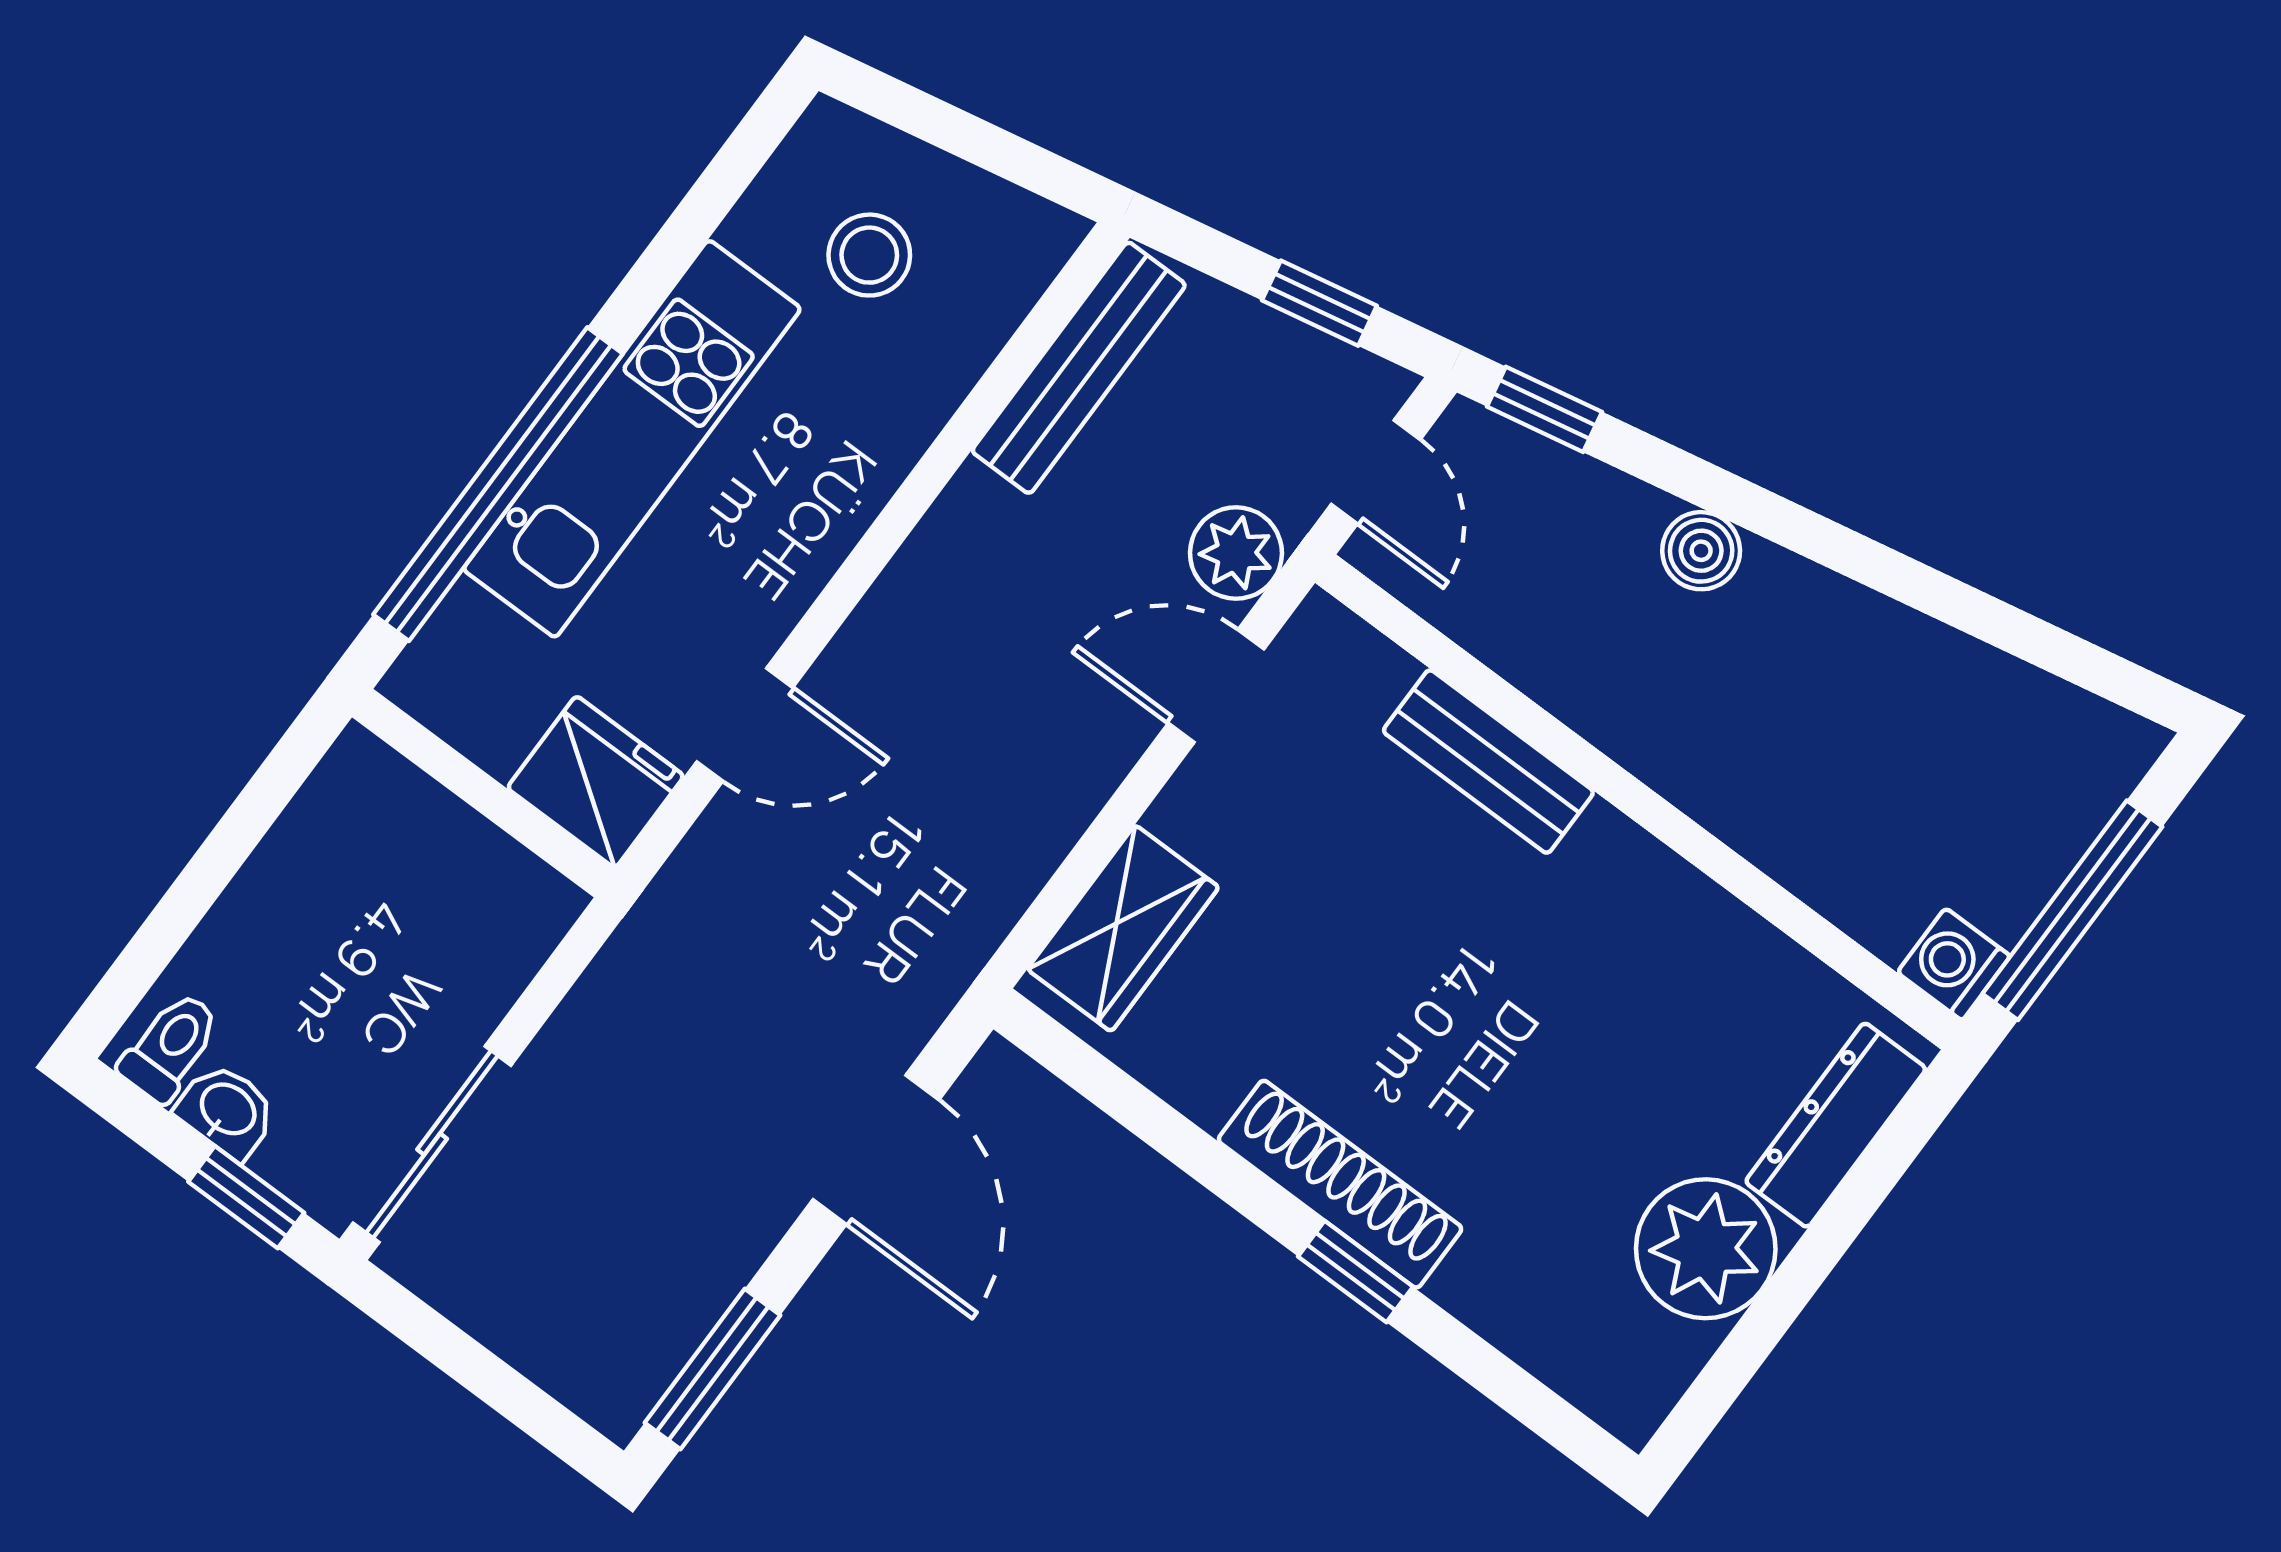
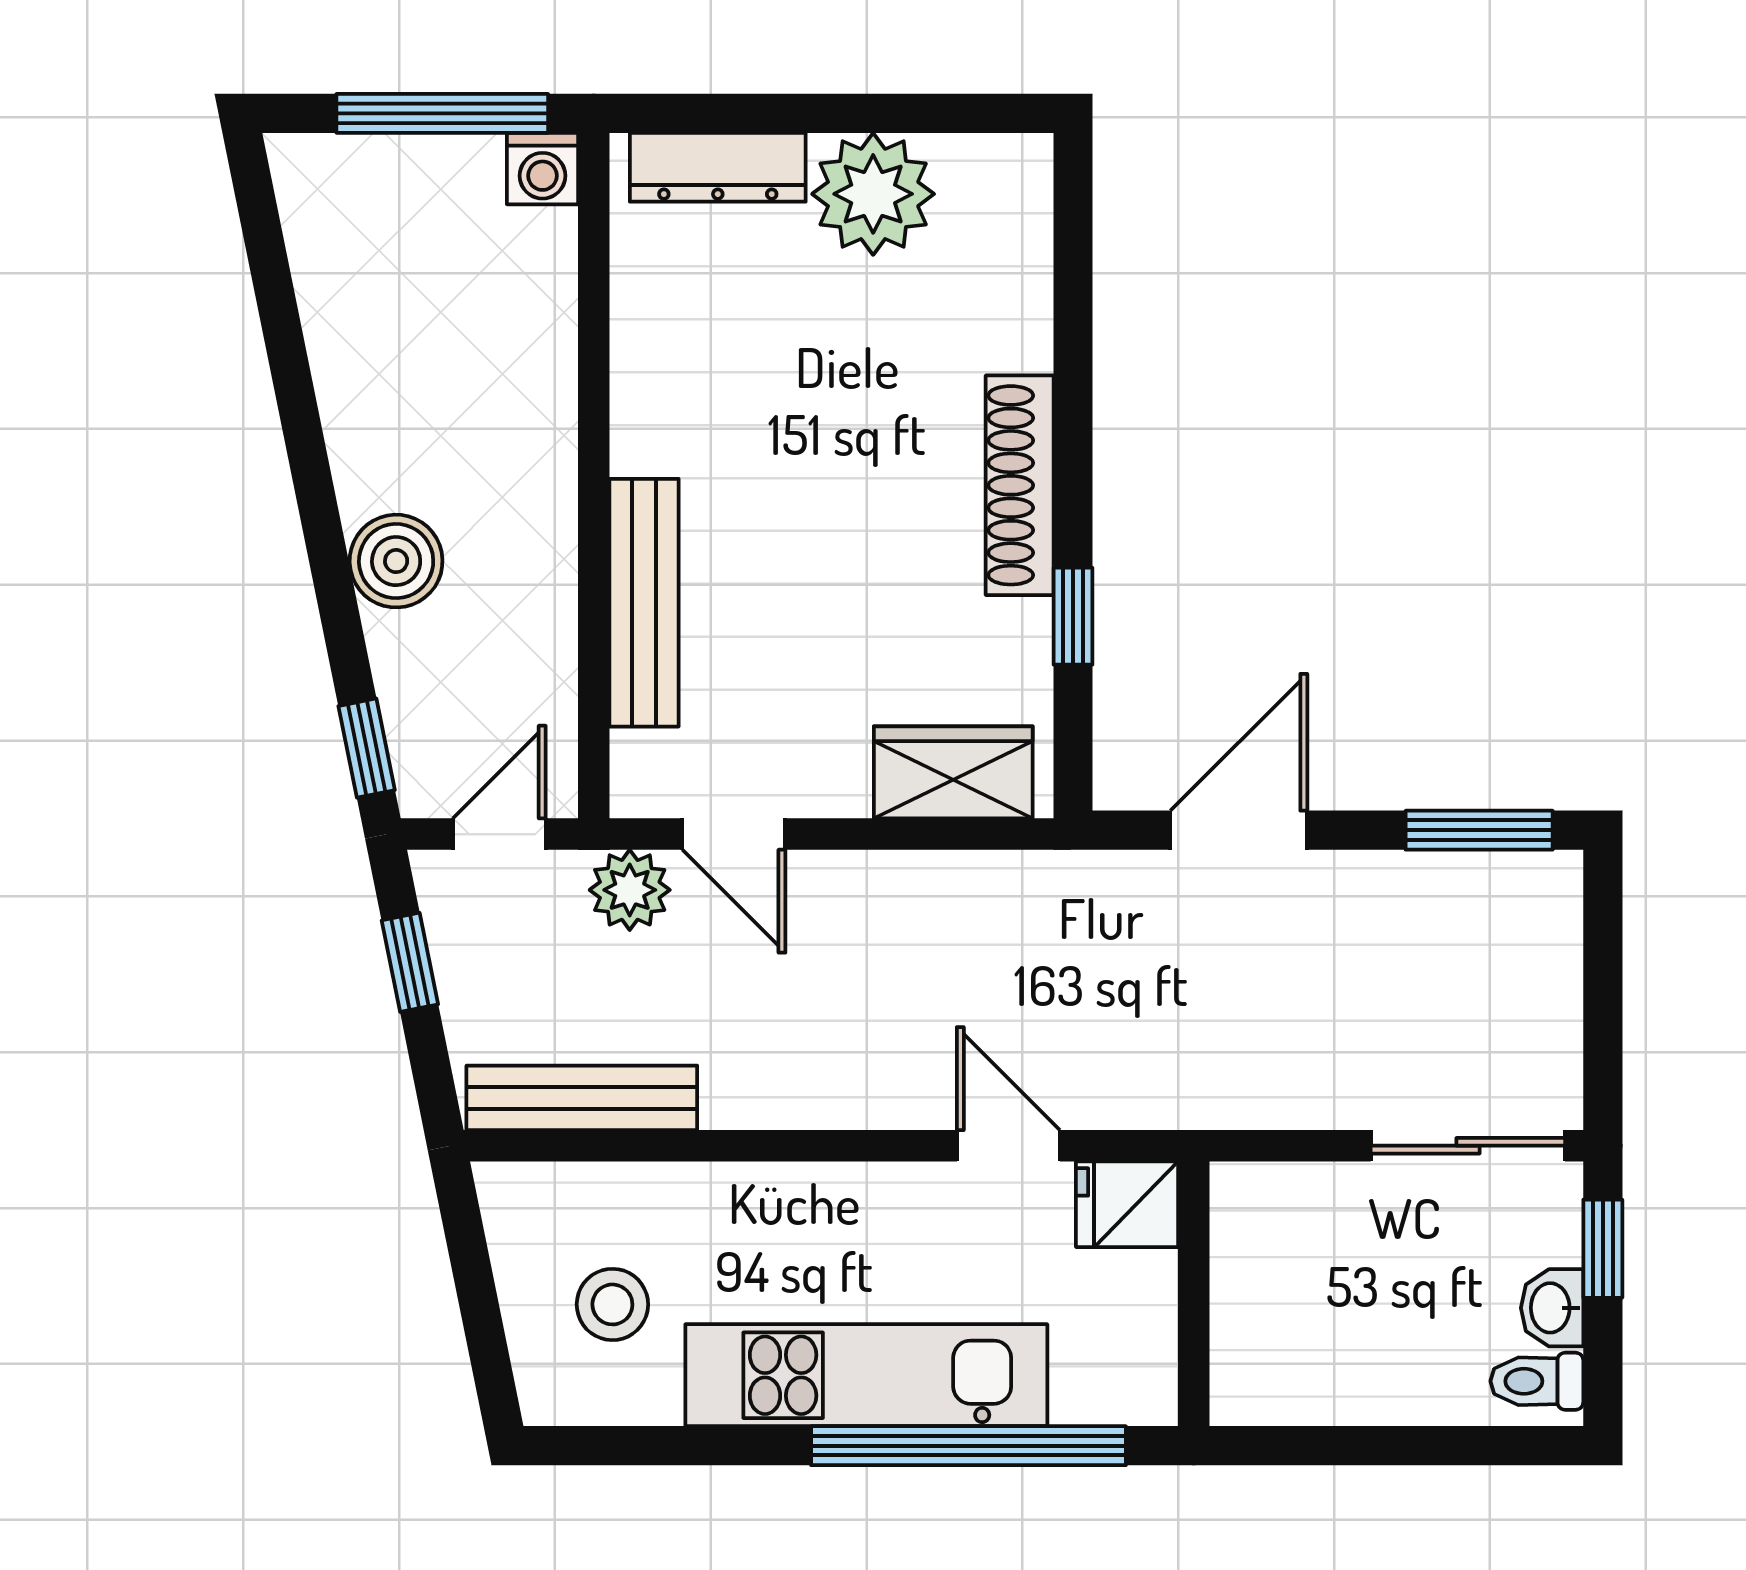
boiler: (1701, 551) -> (396, 561), width x1.36, depth x1.36
bench: (1488, 762) -> (644, 603), width x1.36
fridge: (596, 782) -> (1127, 1204), width x0.72
window: (1355, 1272) -> (1073, 616), moved

